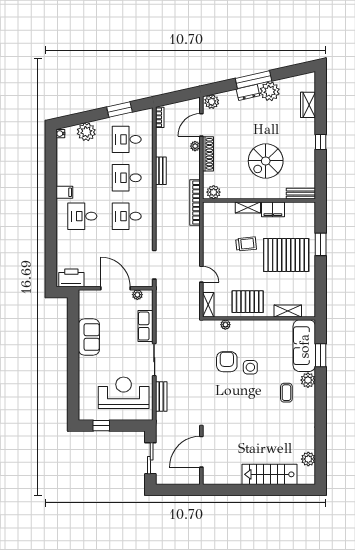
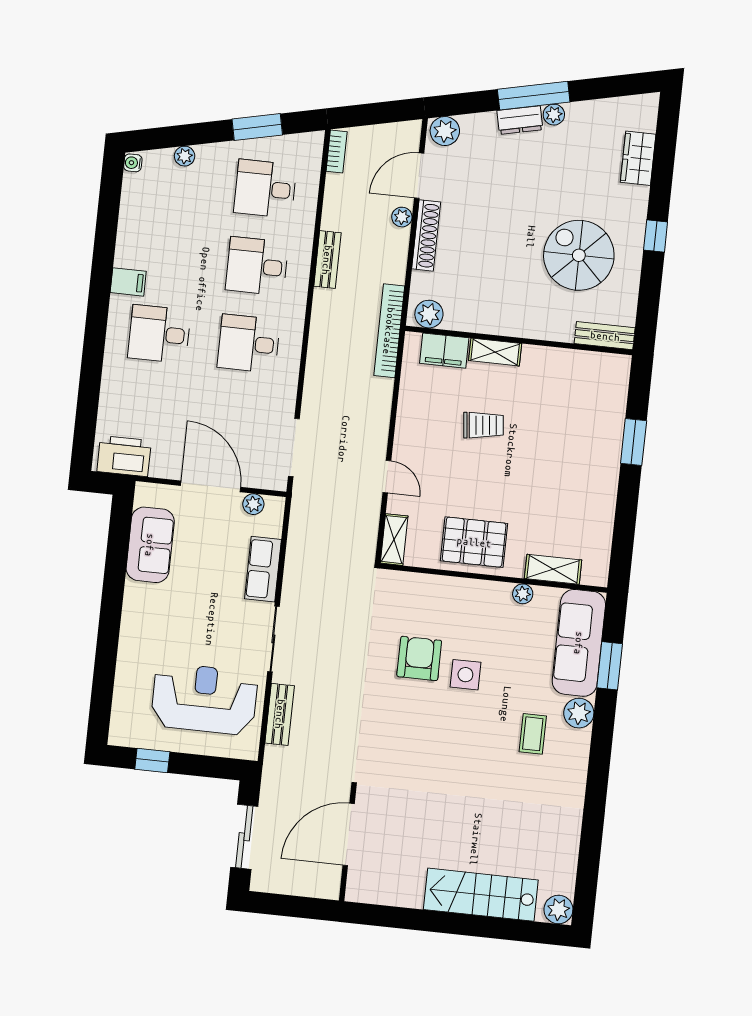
plant: (270, 91) -> (554, 115), width x0.53, depth x0.53
plant: (86, 132) -> (185, 156), width x0.53, depth x0.53
spiral stairs: (266, 161) -> (579, 255), moved, turned 90
filing cabinet: (273, 209) -> (444, 351), moved
pallet: (286, 255) -> (562, 456), removed
plant: (225, 325) -> (523, 594), moved
sofa: (89, 337) -> (150, 545), moved
plant: (308, 459) -> (558, 910), moved

